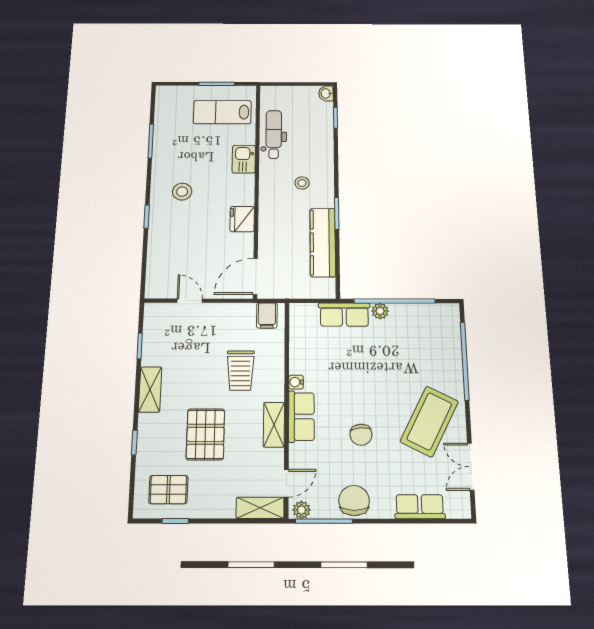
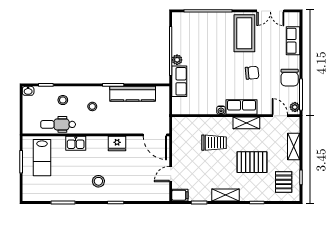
stool: (312, 141) -> (63, 100), added
filing cabinet: (267, 315) -> (180, 195), moved
coffee table: (429, 421) -> (244, 33), turned 63
chair: (354, 501) -> (290, 78), turned -90
shelving: (260, 508) -> (294, 147), moved

